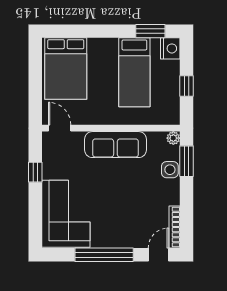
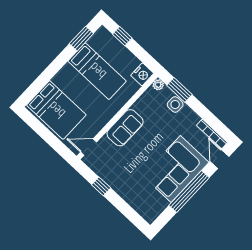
nightstand: (170, 48) -> (142, 74), moved, turned 90
window: (187, 86) -> (122, 36), moved
sofa: (115, 145) -> (125, 128), width x0.73
corner sofa: (66, 214) -> (176, 169), moved, turned -90

